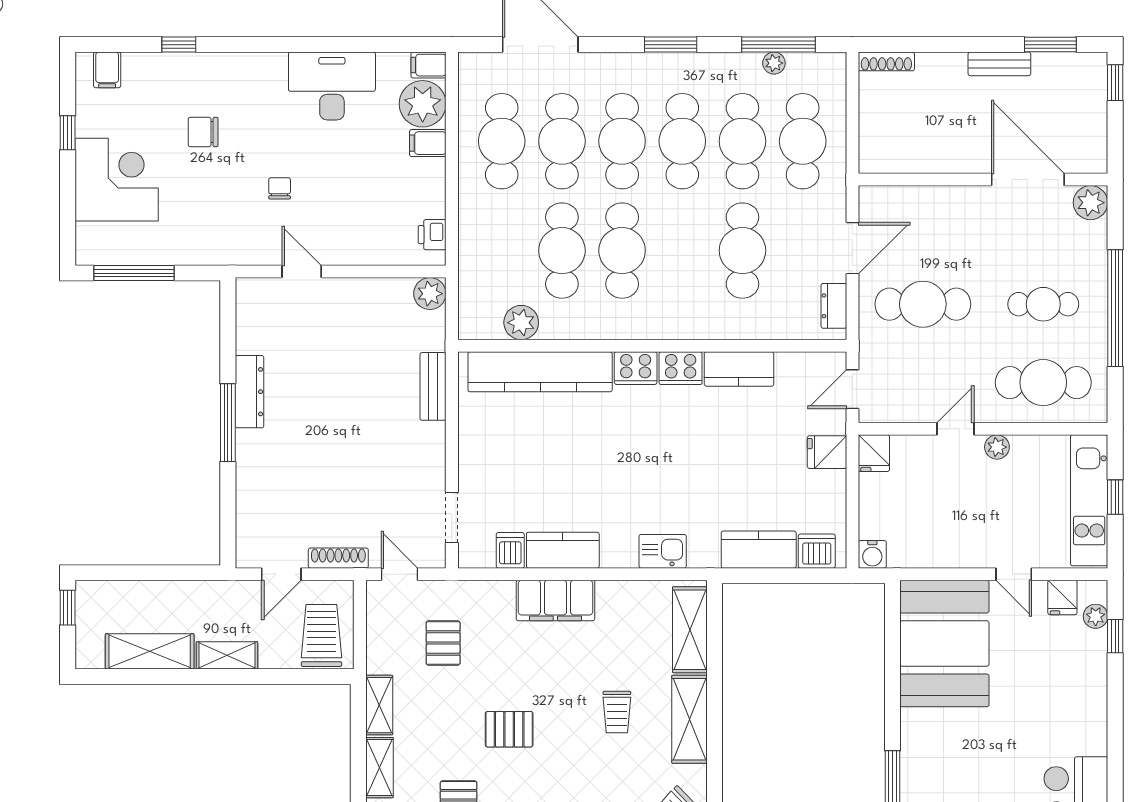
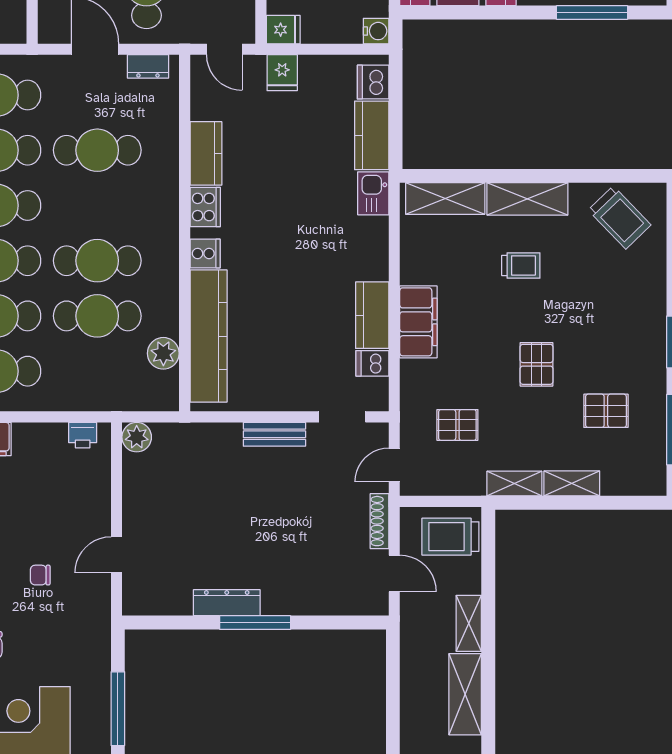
cooker: (636, 368) -> (205, 253), width x0.73
bench: (433, 386) -> (274, 434), moved
kitchen sink: (663, 551) -> (373, 193), moved

